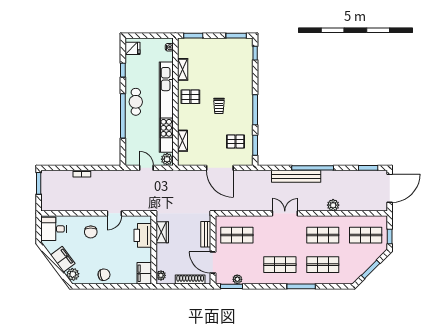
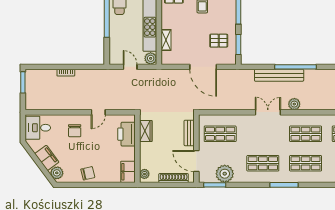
plant: (333, 205) -> (294, 104), moved
plant: (237, 279) -> (225, 174), width x1.87, depth x1.87

